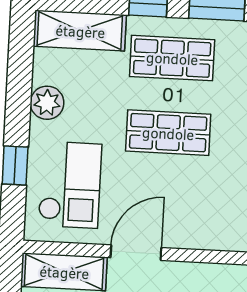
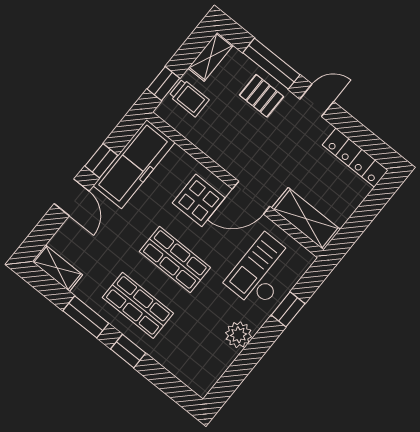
shelving: (80, 31) -> (184, 366), removed
display table: (188, 211) -> (199, 200), added

